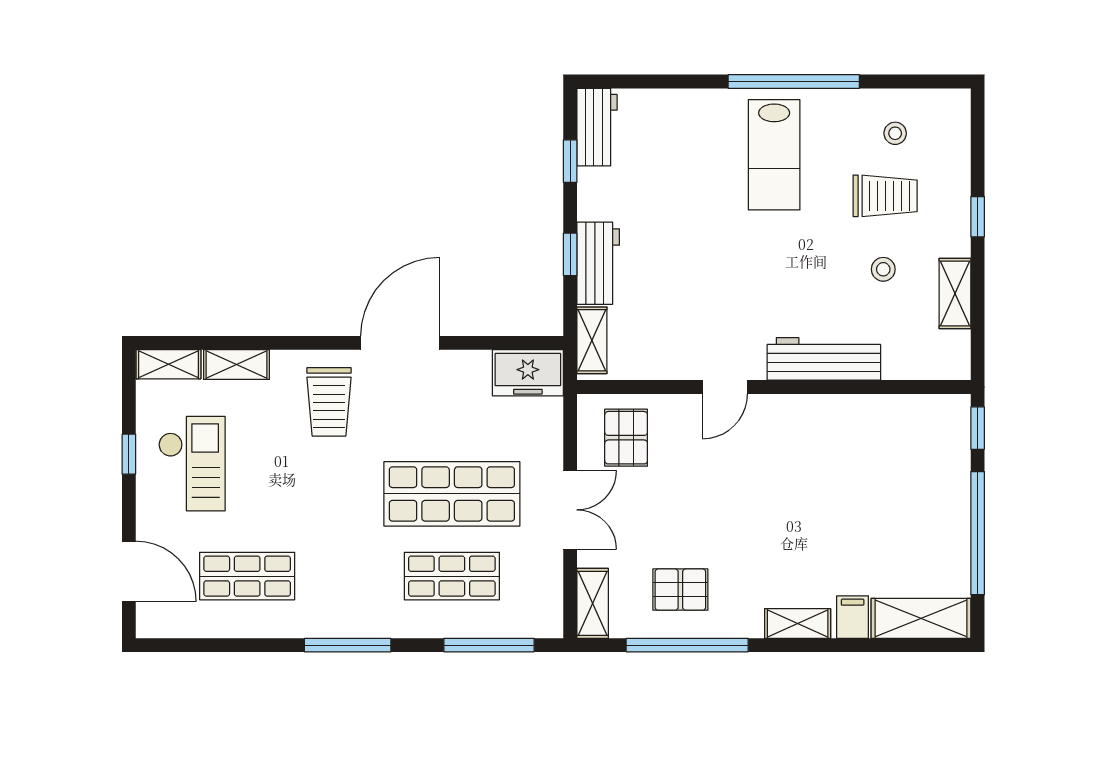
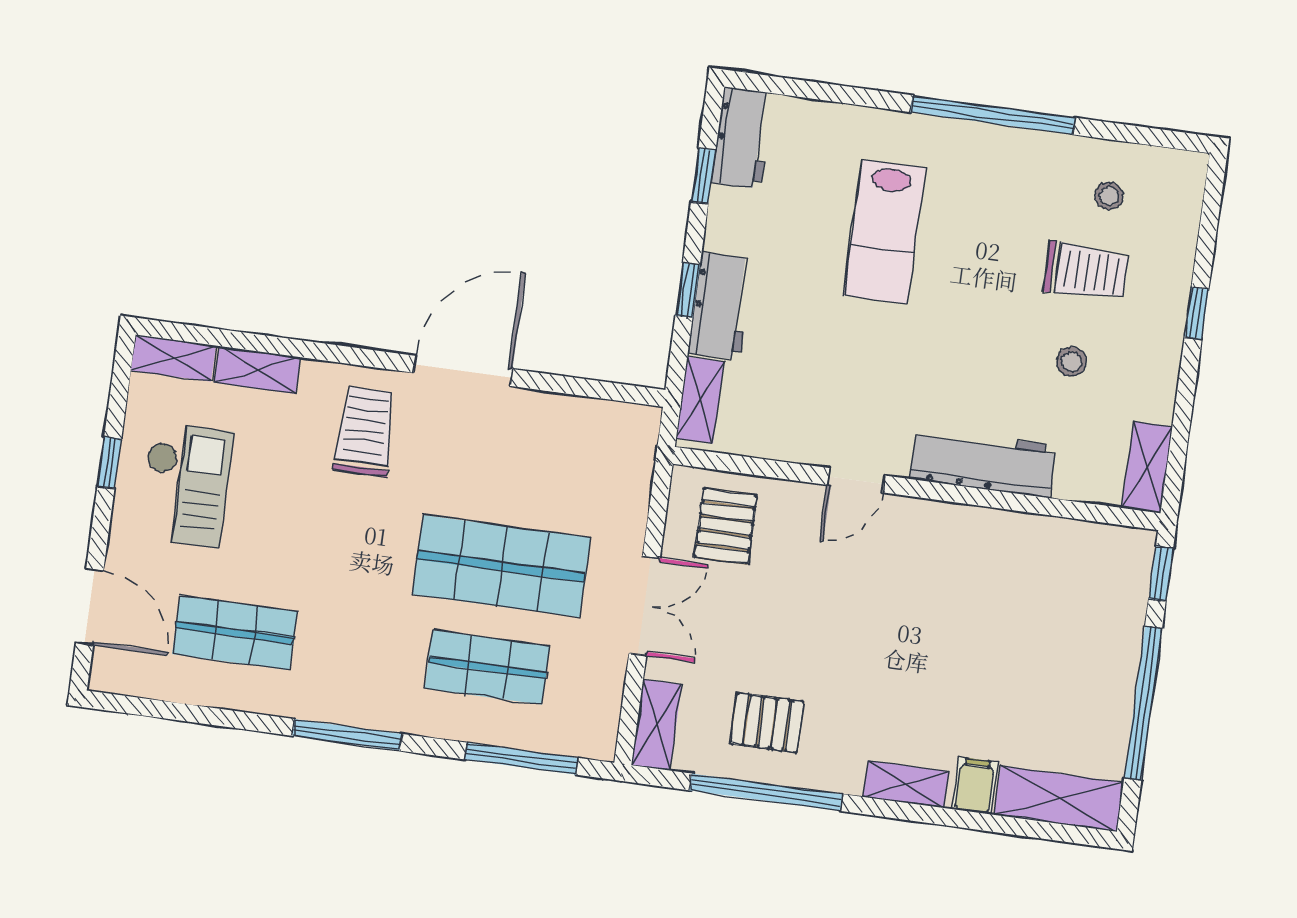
lab bench: (774, 155) -> (884, 232), moved
shelving: (955, 294) -> (1147, 467), moved
freezer: (528, 373) -> (615, 429), removed
trolley: (329, 402) -> (365, 432), turned 180

